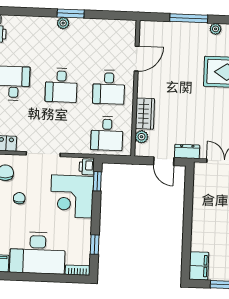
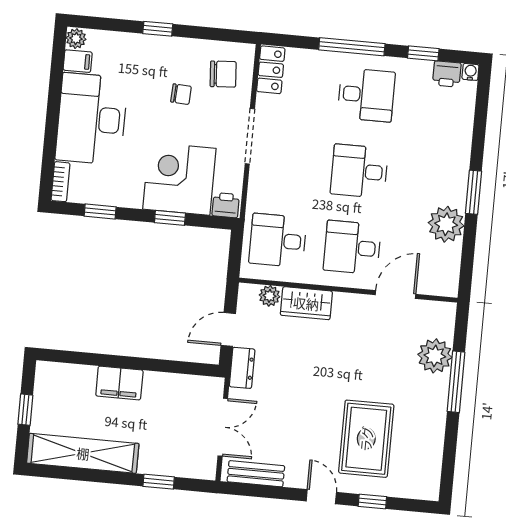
plant: (63, 23) -> (446, 224), moved, width x1.88, depth x1.88
plant: (216, 29) -> (435, 356), moved, width x1.87, depth x1.87
door: (137, 59) -> (395, 295), swing flipped
window: (97, 181) -> (170, 218), moved
filing cabinet: (199, 266) -> (119, 383), moved

